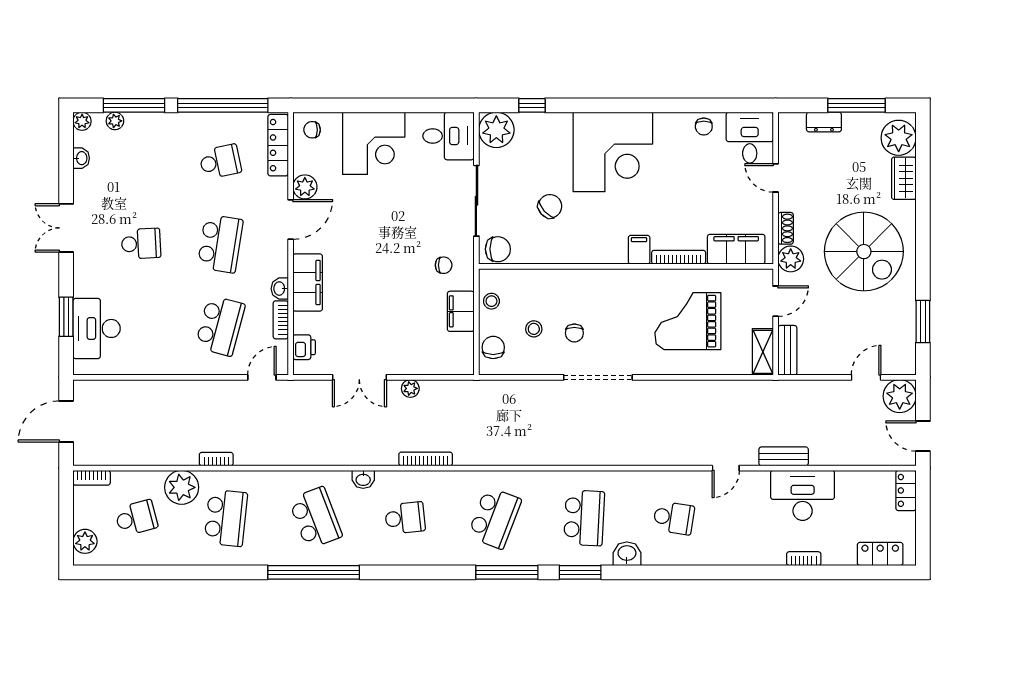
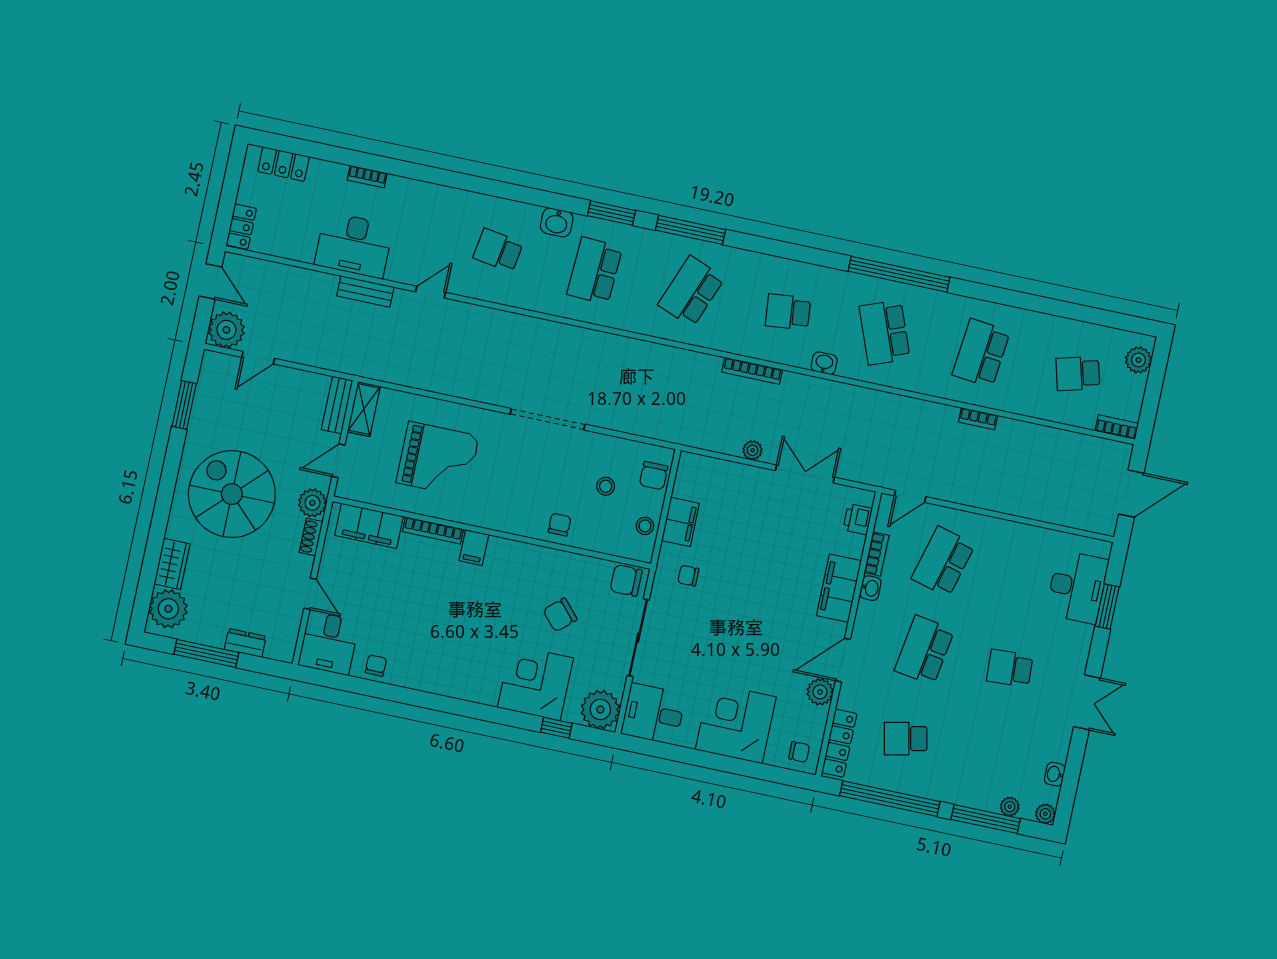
corner desk: (613, 152) -> (535, 683), moved, width x0.74, depth x0.74
chair: (574, 333) -> (559, 525), moved
plant: (182, 487) -> (1022, 396), removed

